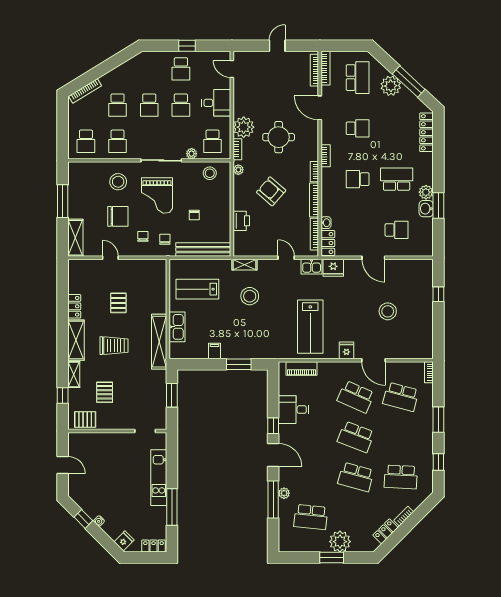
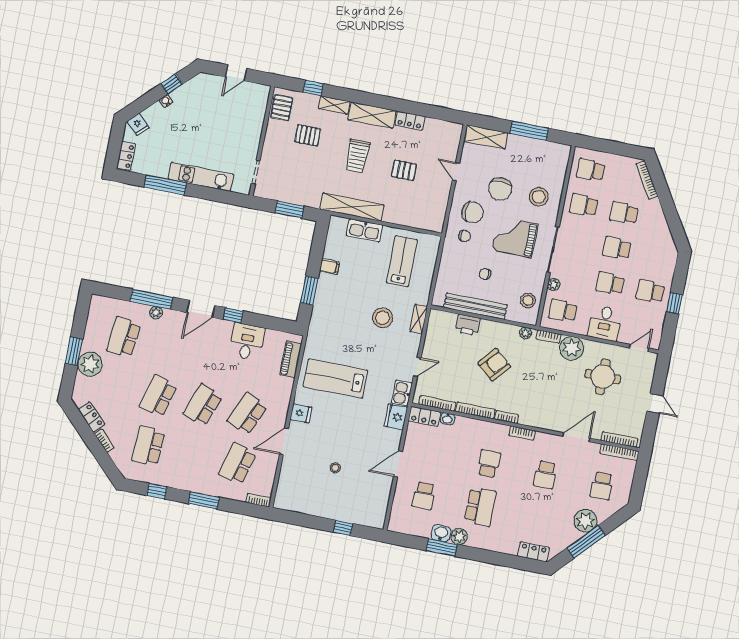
school desk: (358, 78) -> (602, 486), width x0.54
locker: (426, 132) -> (533, 552), width x0.66
round table: (279, 137) -> (603, 377), moved
chair: (143, 236) -> (473, 212), width x1.87, depth x1.87
bench: (203, 250) -> (475, 306), moved, turned 90
door: (110, 258) -> (456, 172), swing flipped
stool: (388, 311) -> (335, 468), width x0.53, depth x0.53

